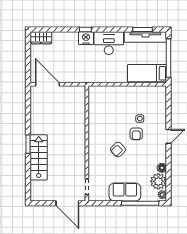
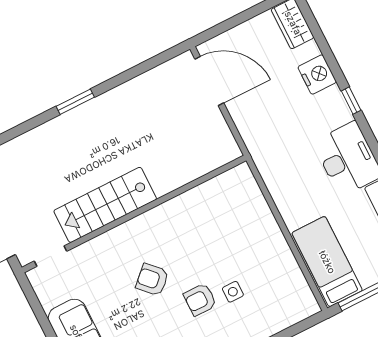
nightstand: (86, 38) -> (317, 75), moved
door: (48, 84) -> (209, 81), hinge flipped
stairs: (39, 157) -> (105, 205), moved, turned 180

